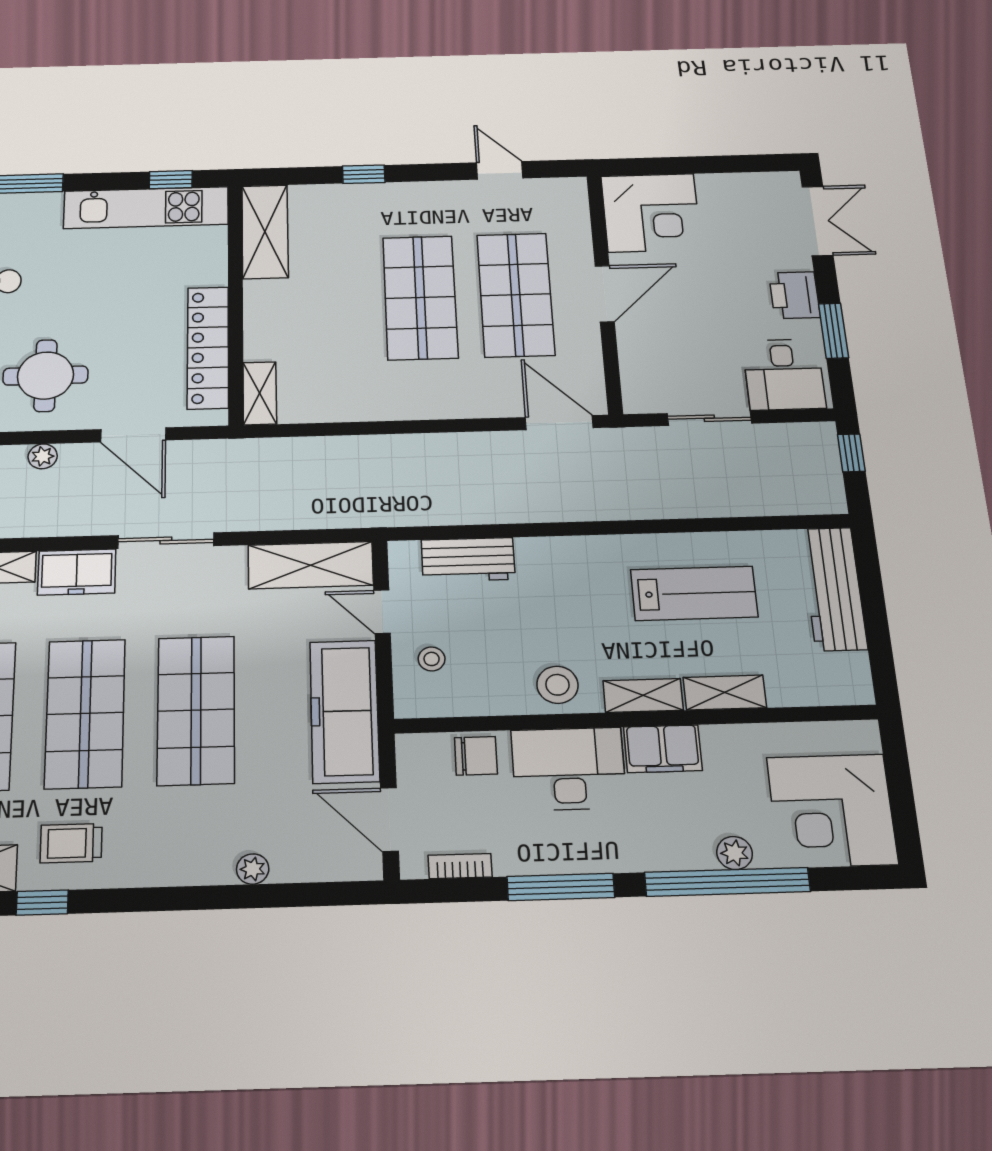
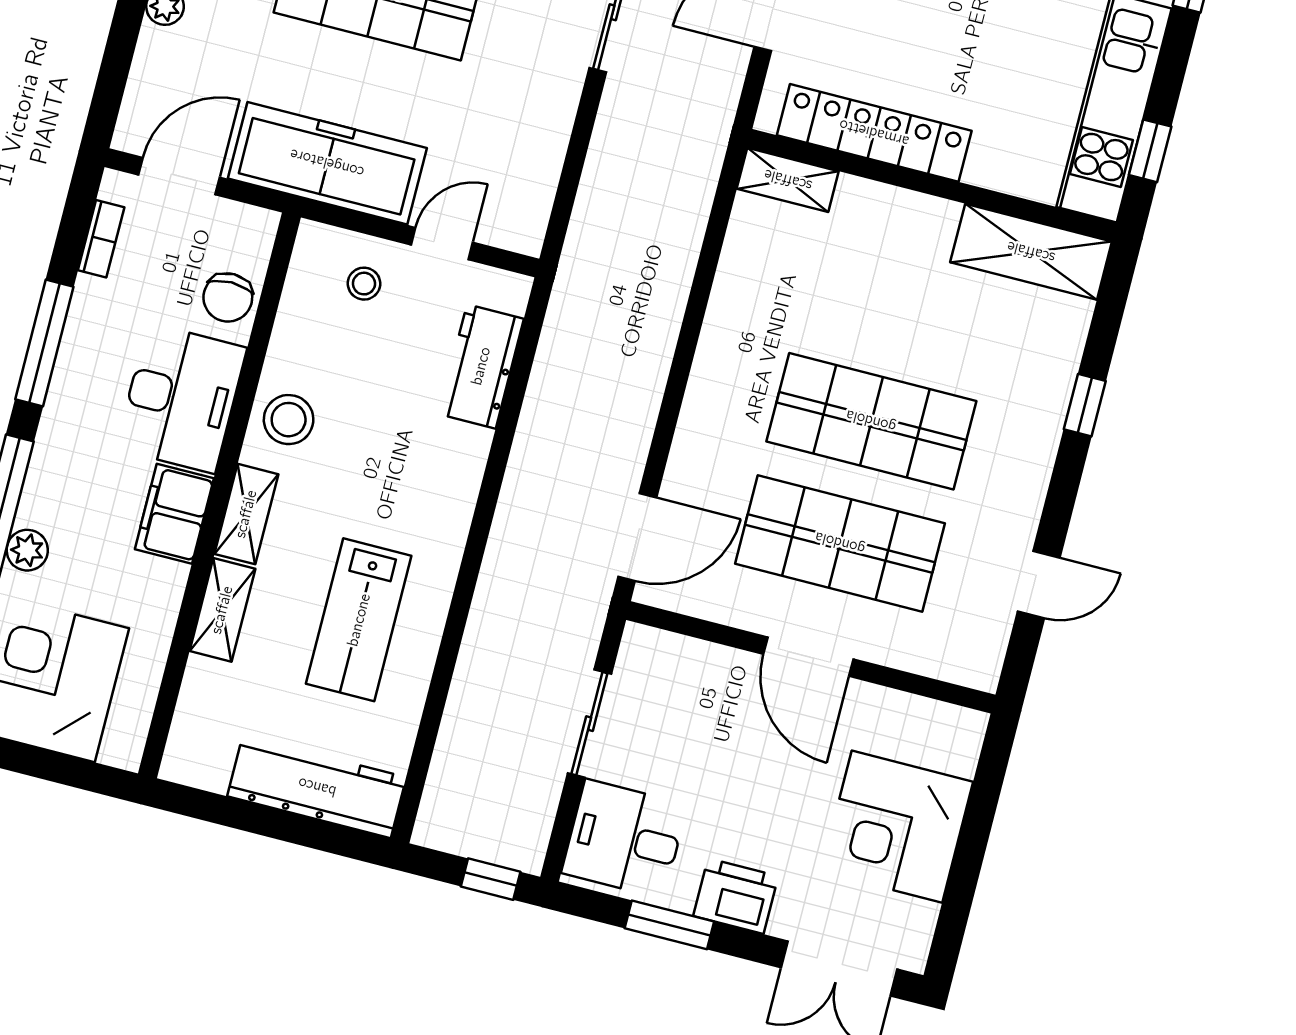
corner desk: (651, 213) -> (897, 827), moved
shelving: (311, 565) -> (529, 177), removed

